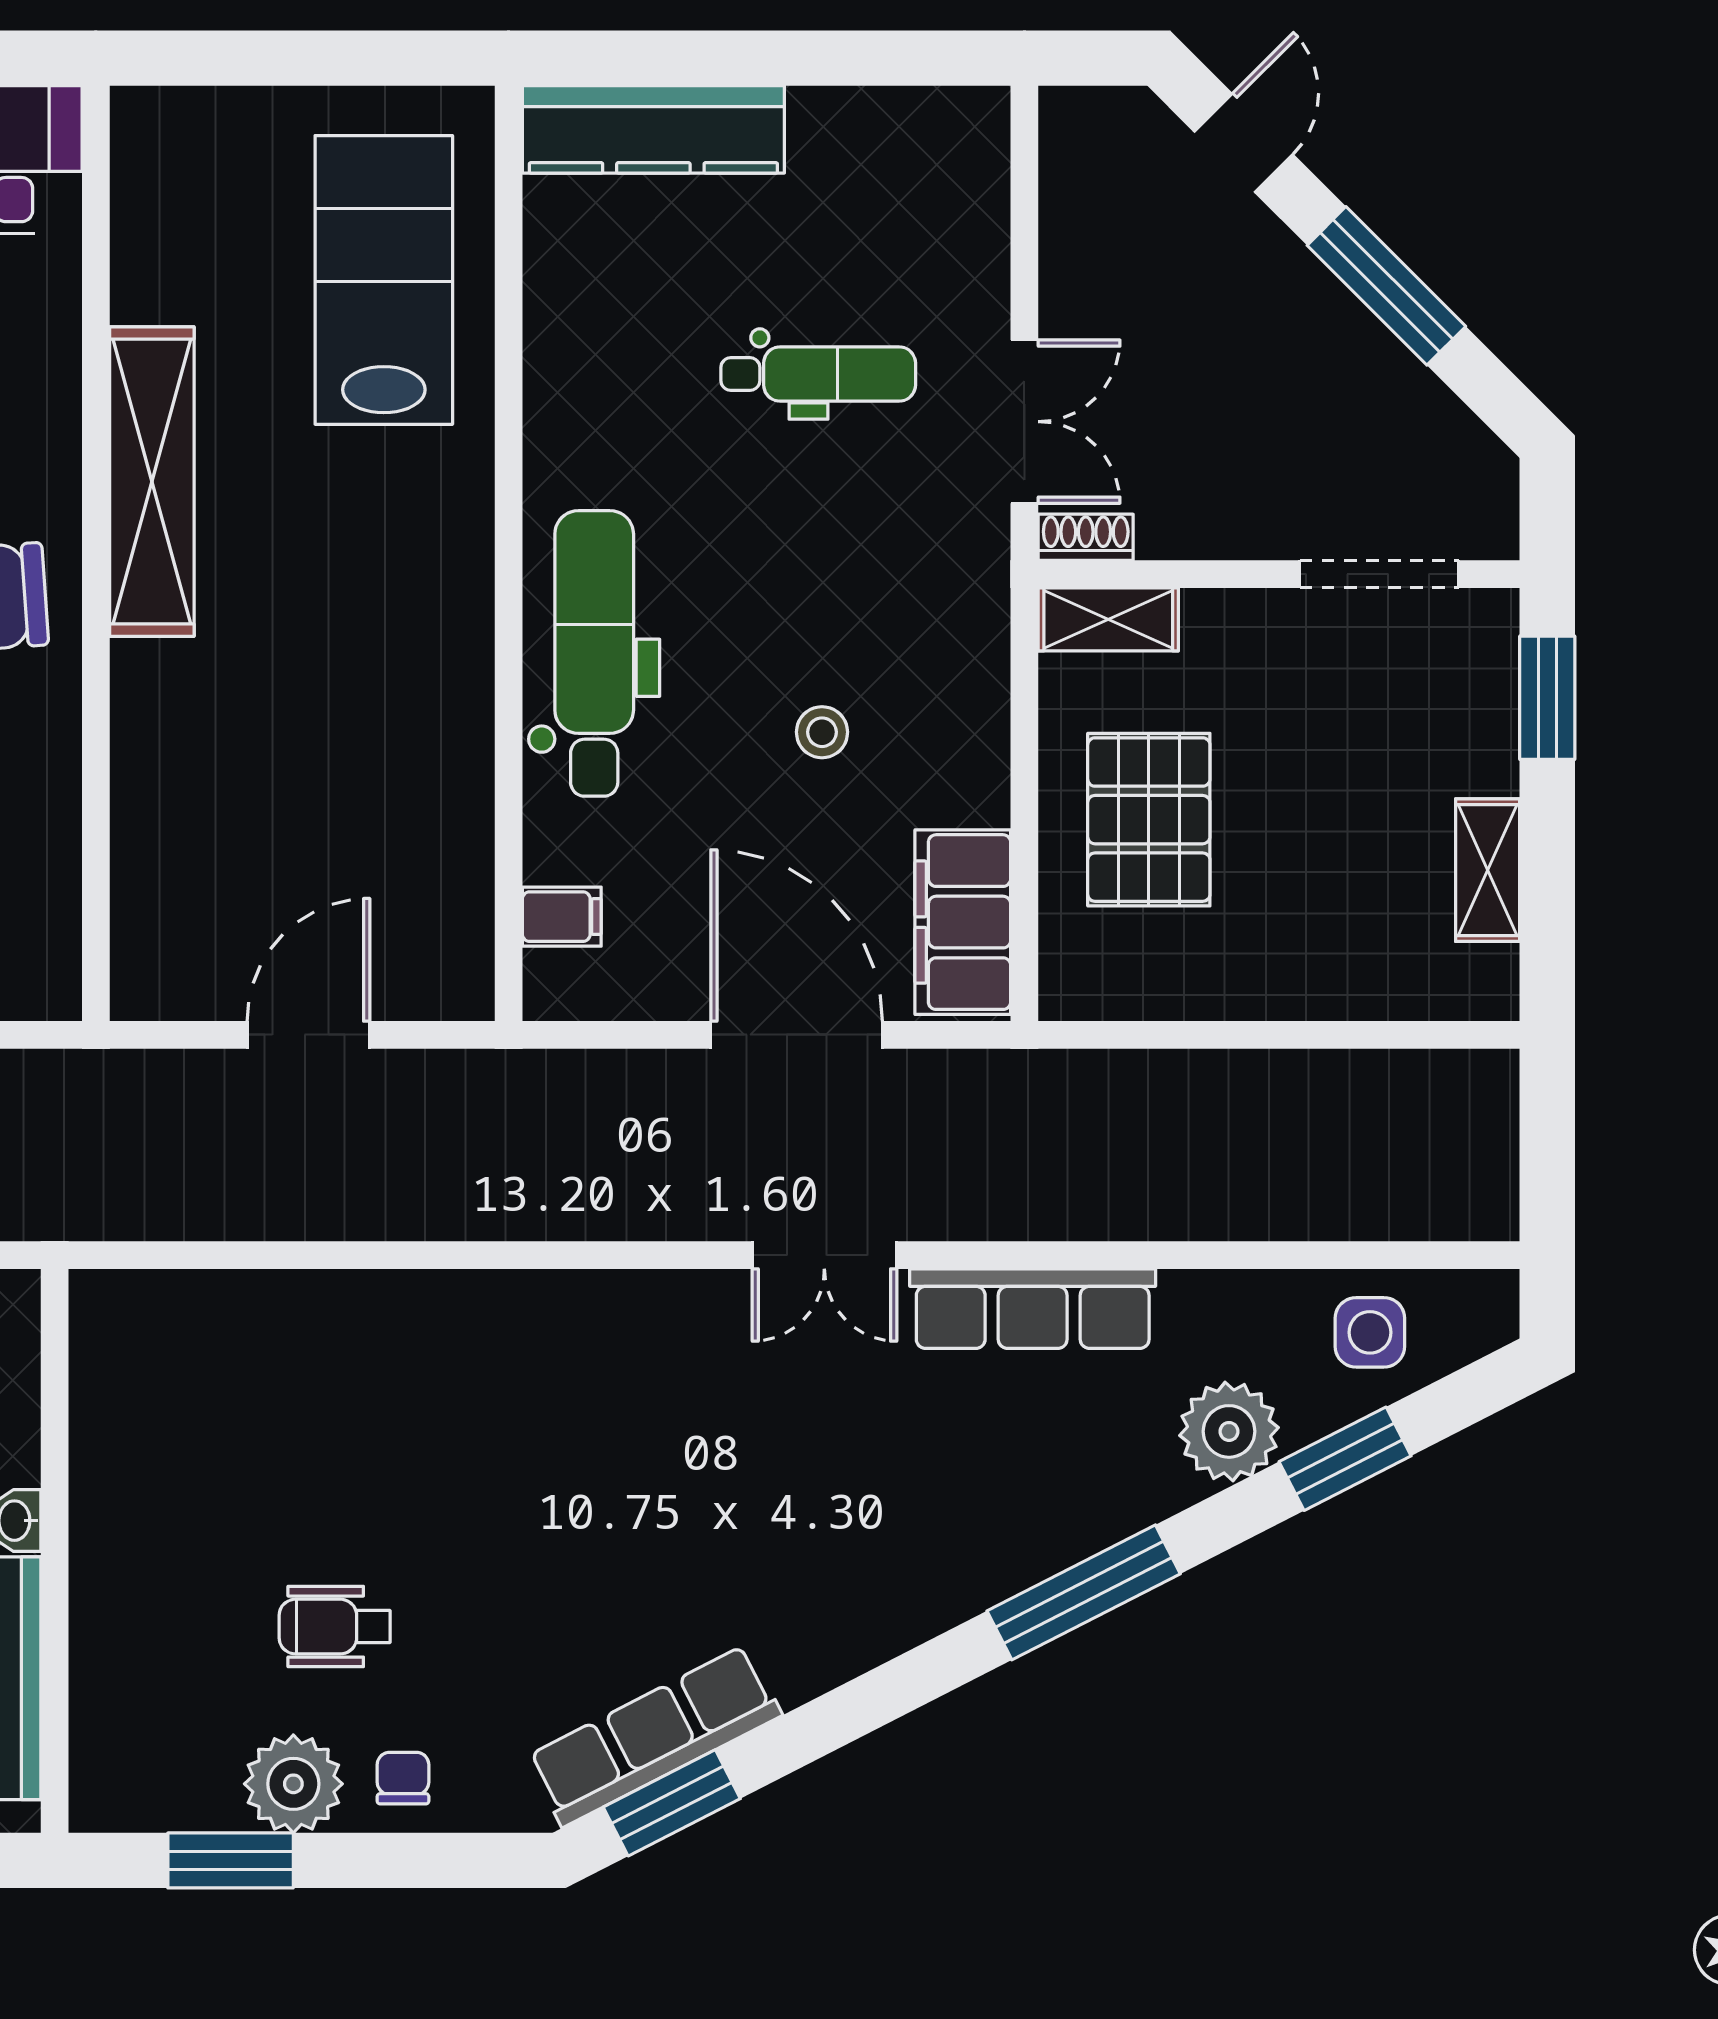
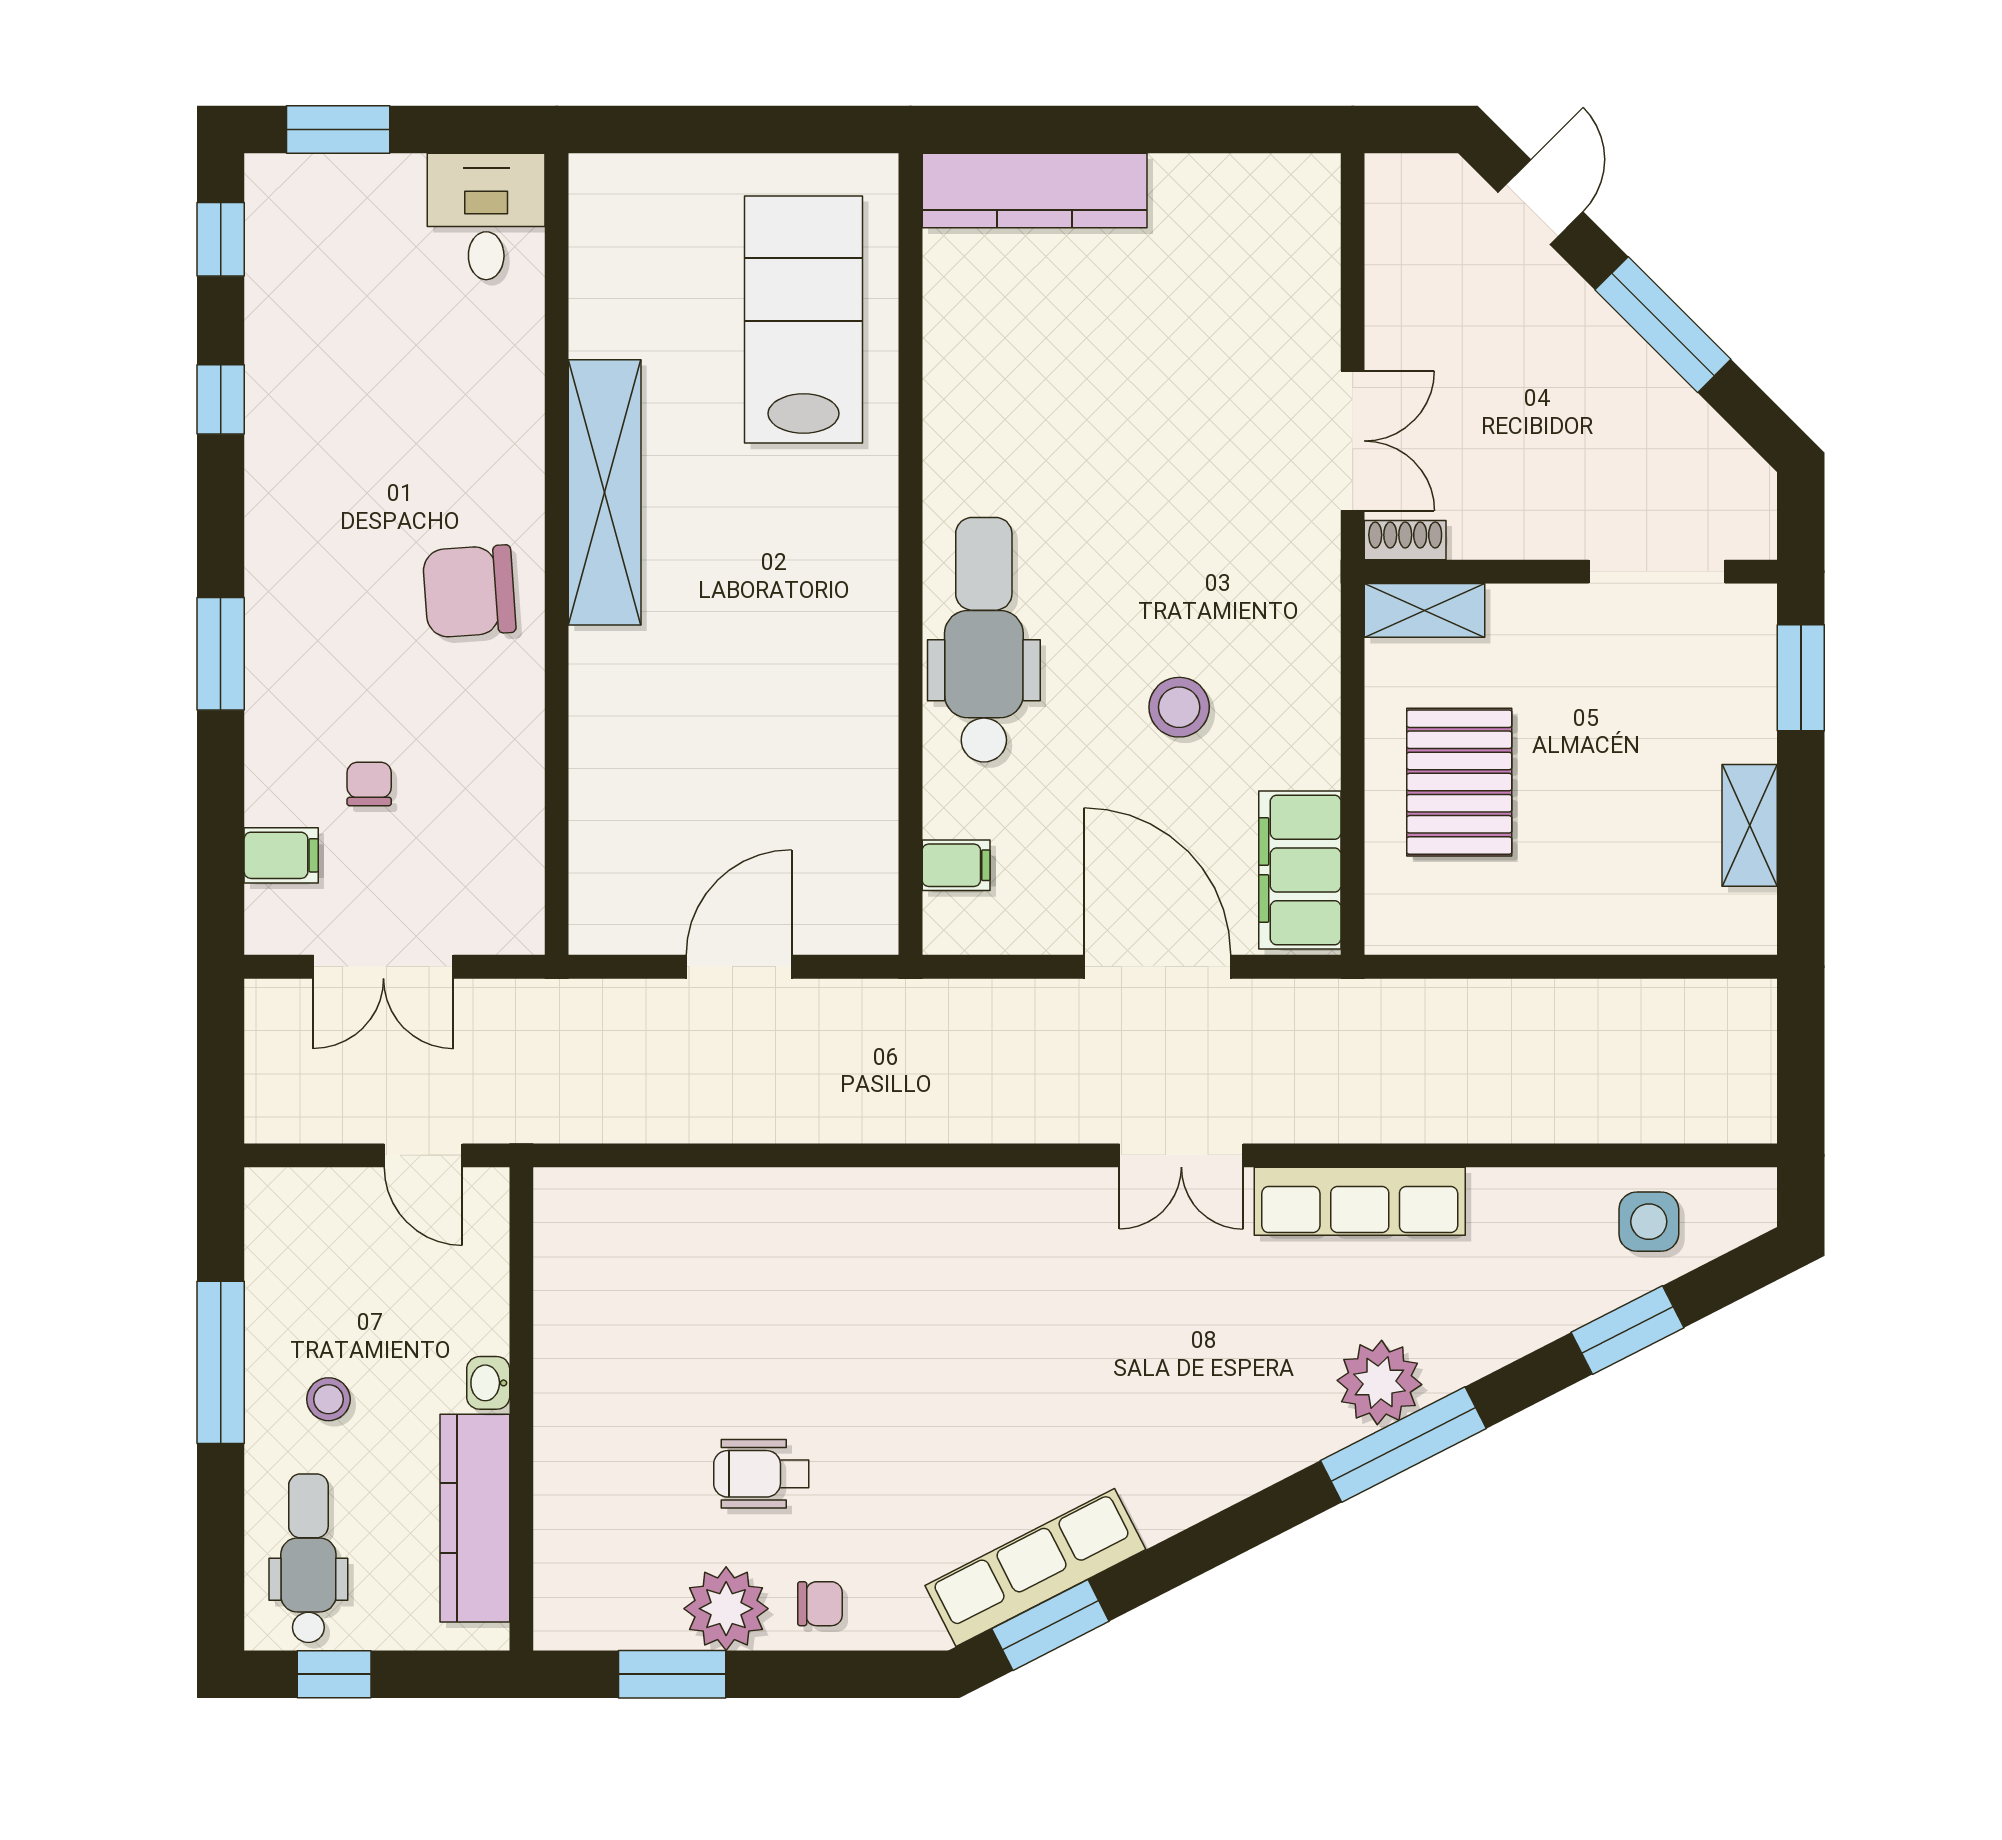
dental chair: (818, 374) -> (1176, 400), removed
stool: (822, 732) -> (1179, 707), width x1.37, depth x1.37
plant: (1229, 1431) -> (1379, 1383), moved
chair: (403, 1778) -> (820, 1604), turned 90

